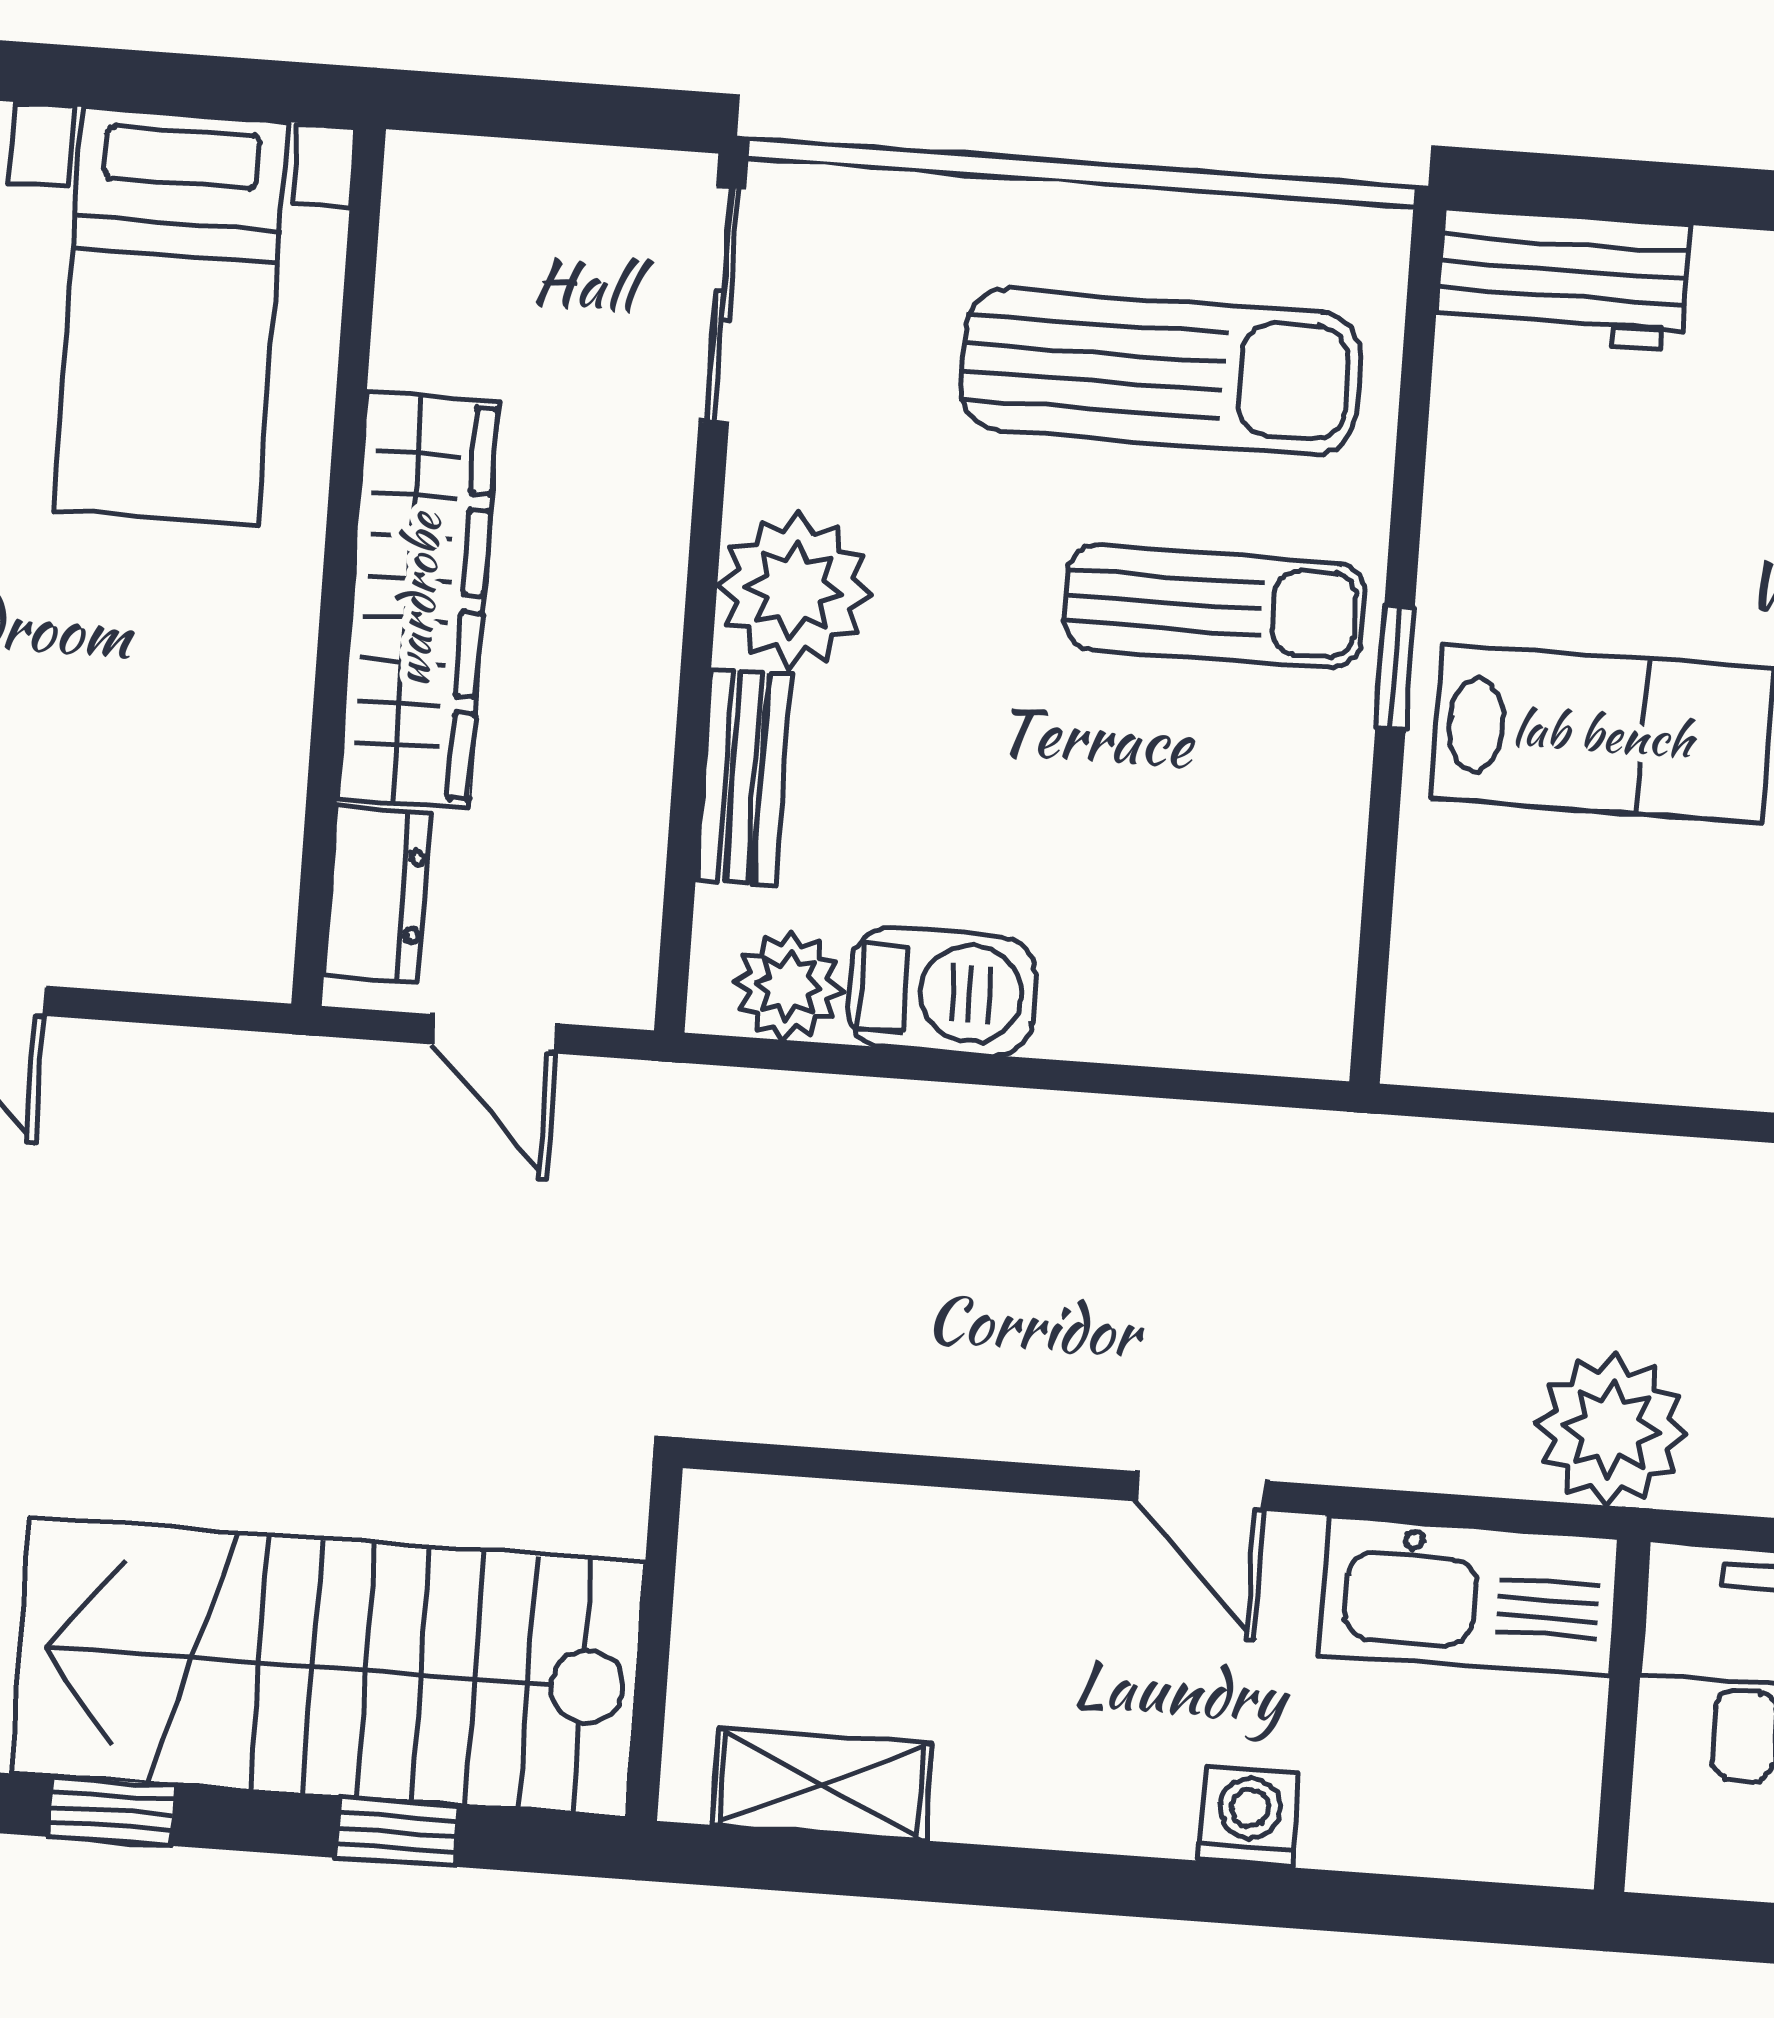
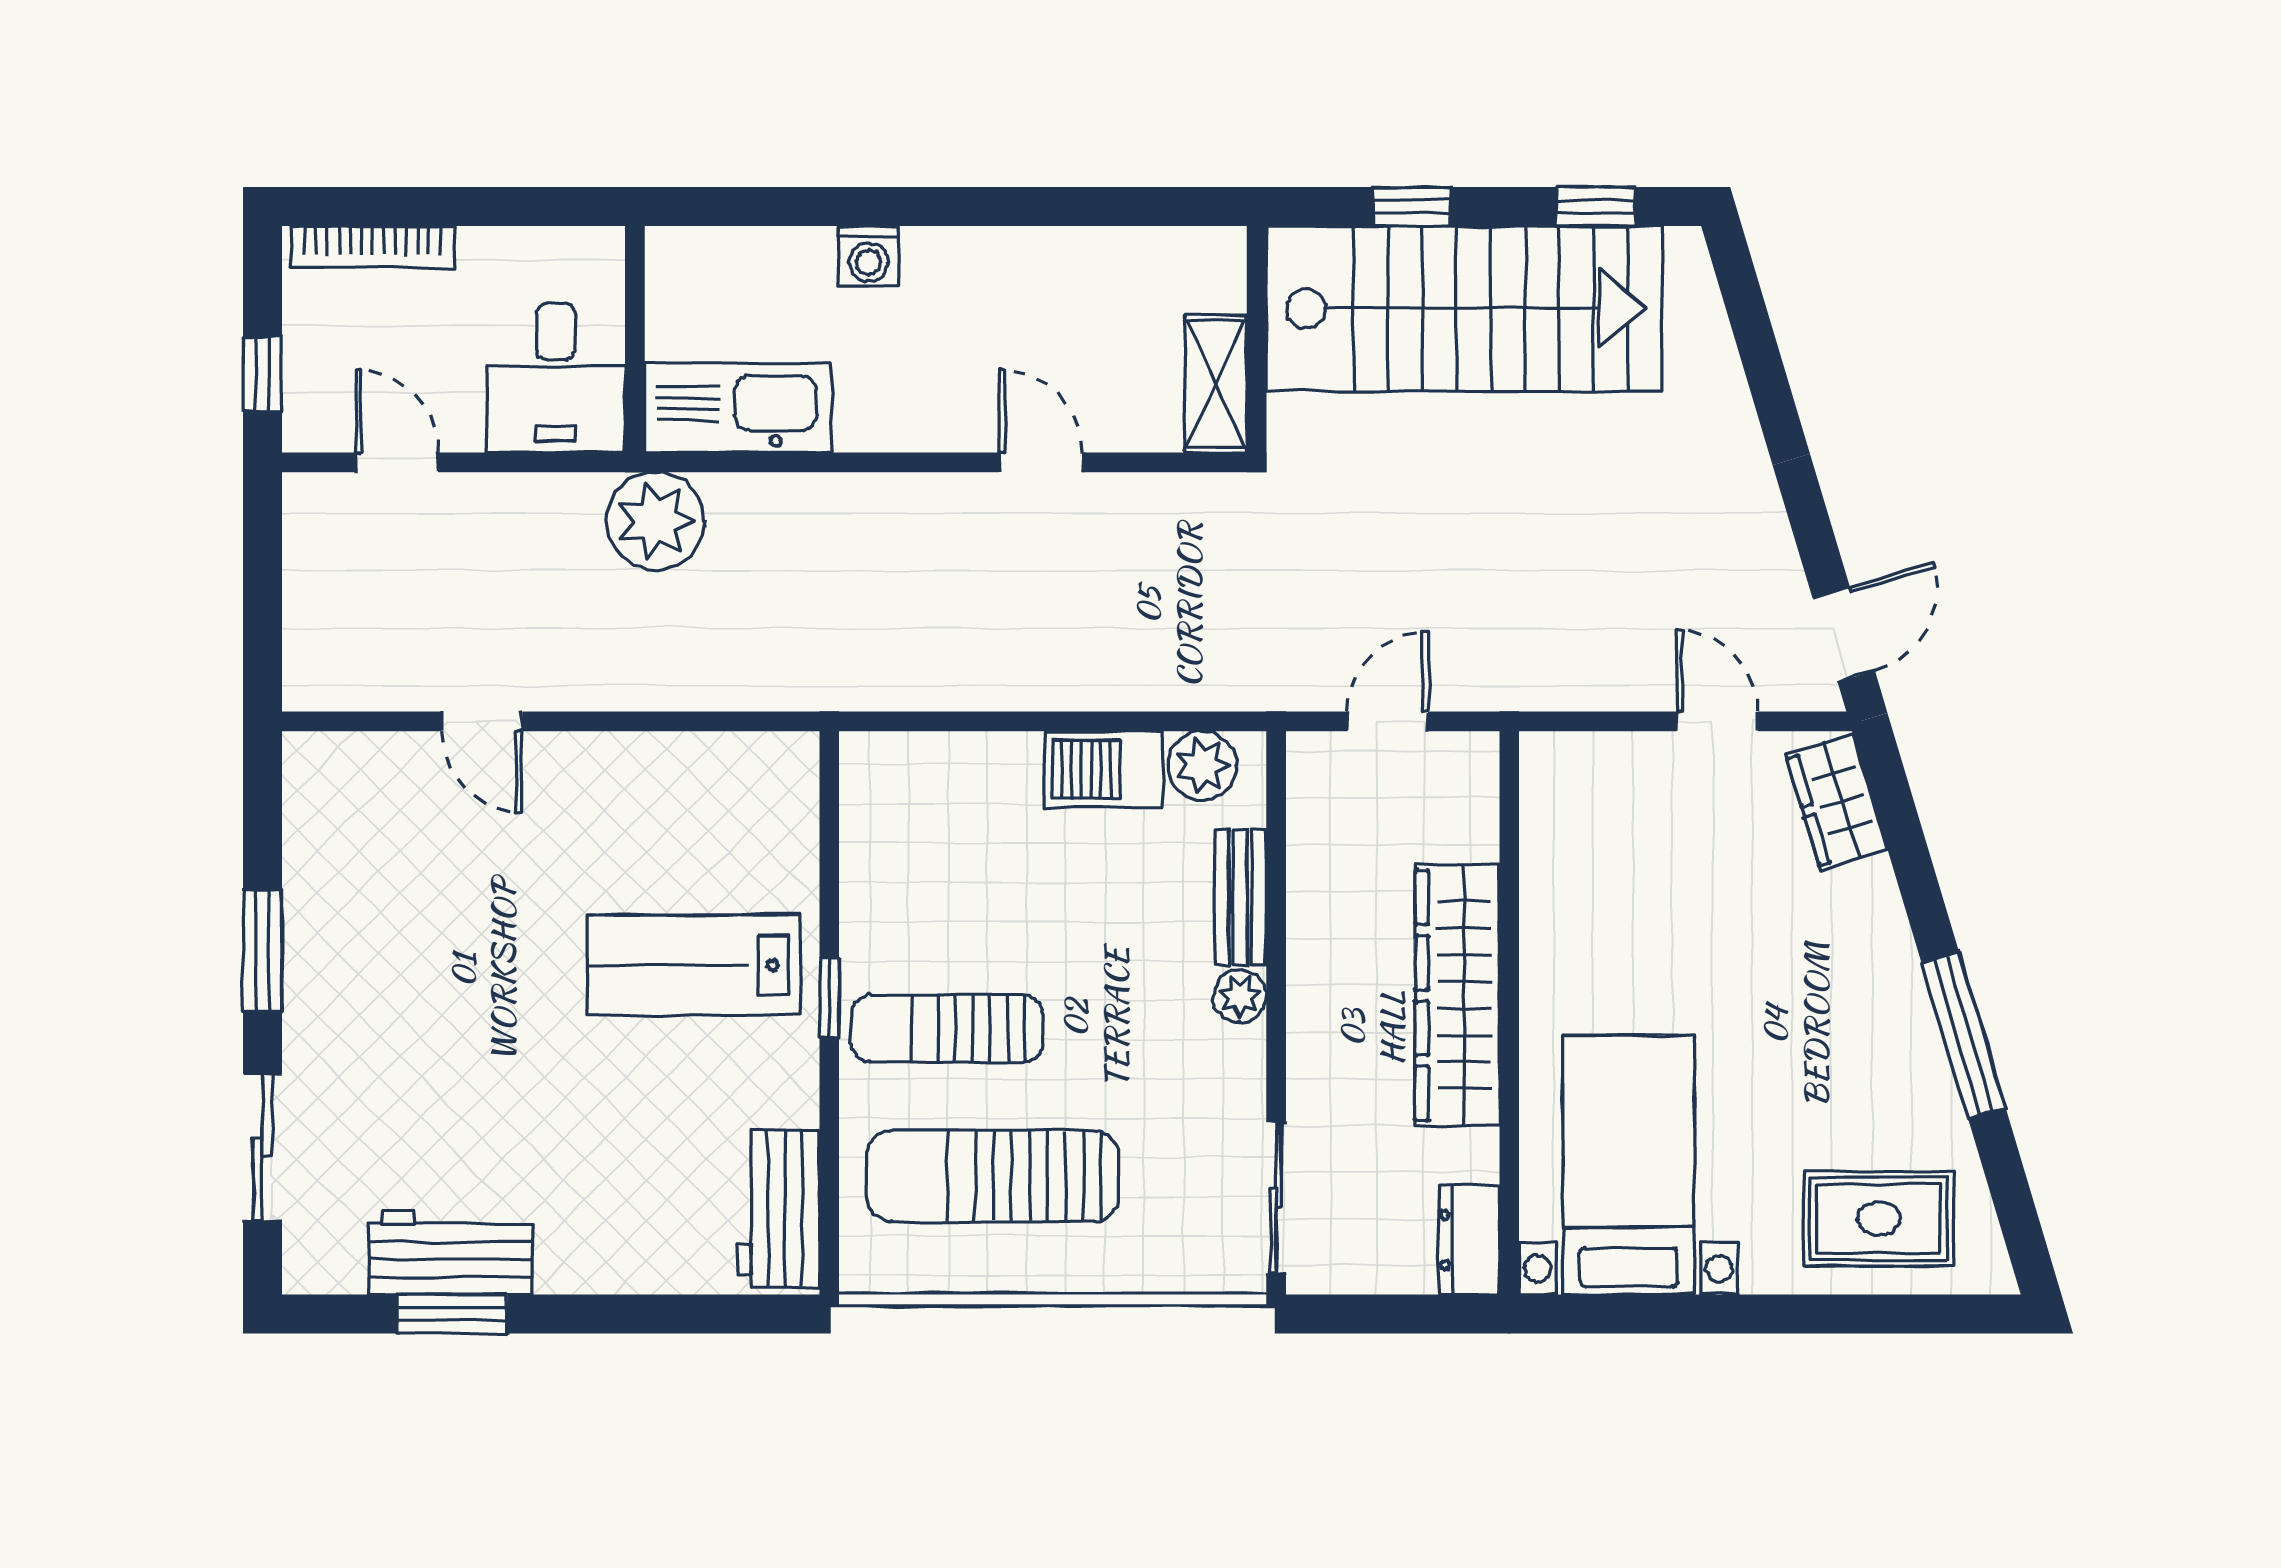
workbench: (1562, 279) -> (779, 1209), moved, turned -90
plant: (794, 590) -> (1240, 996), width x0.53, depth x0.53
dresser: (378, 894) -> (1469, 1240), moved
door: (494, 1034) -> (1388, 721), hinge flipped
door: (1201, 1491) -> (1041, 462), moved
shelving: (822, 1785) -> (1216, 384), moved, turned 90

